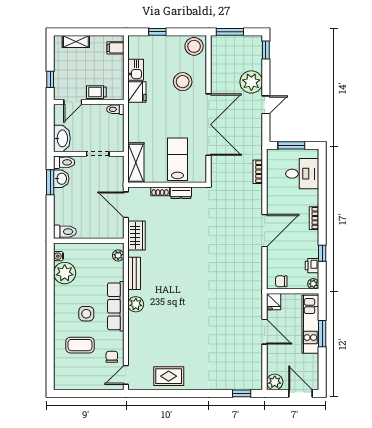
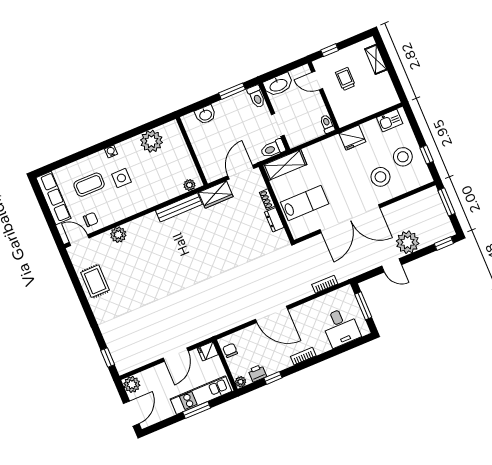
window: (157, 32) -> (427, 155), moved
stool: (194, 46) -> (403, 157), moved
filing cabinet: (115, 48) -> (386, 100), removed
kitchen sink: (136, 70) -> (390, 121), moved
trolley: (96, 92) -> (345, 79), moved
washbasin: (61, 179) -> (205, 115), moved
toilet: (65, 232) -> (273, 149), moved, turned 90
water cooler: (59, 256) -> (111, 151), moved
bench: (134, 273) -> (179, 207), width x1.36
plant: (136, 304) -> (118, 235), moved
row of seats: (116, 306) -> (53, 198), moved, turned 90
coffee table: (80, 345) -> (89, 185), turned 90

